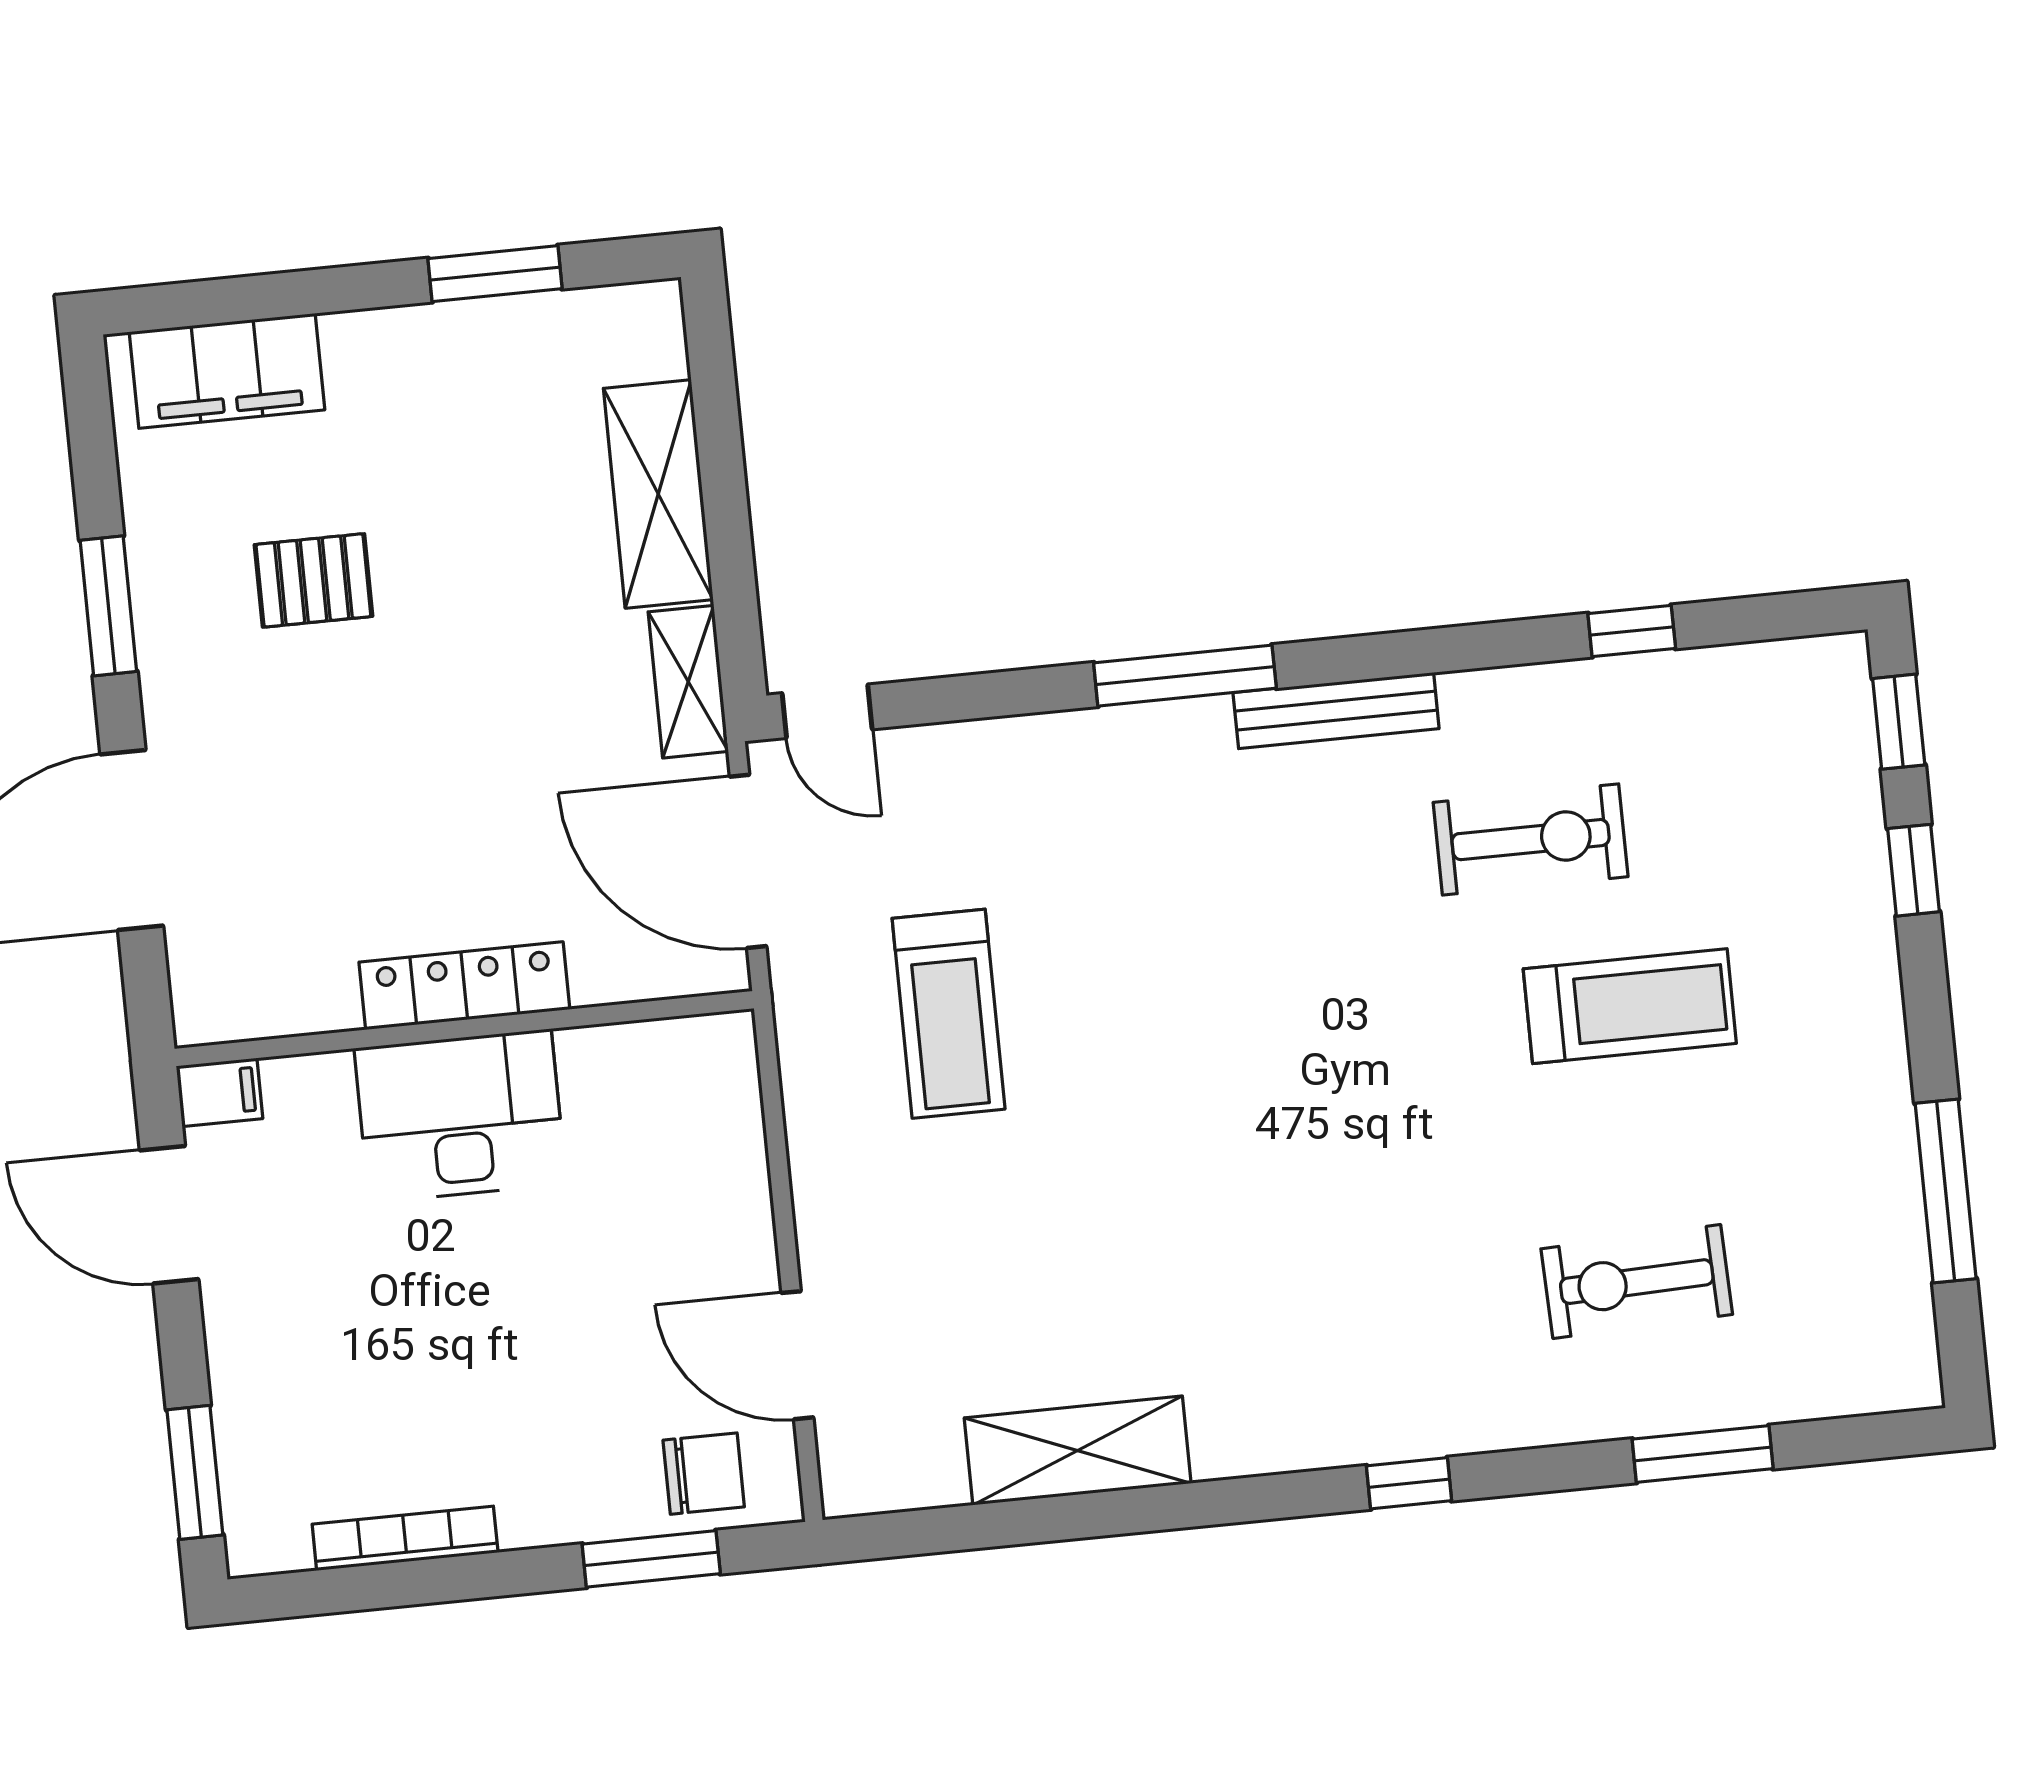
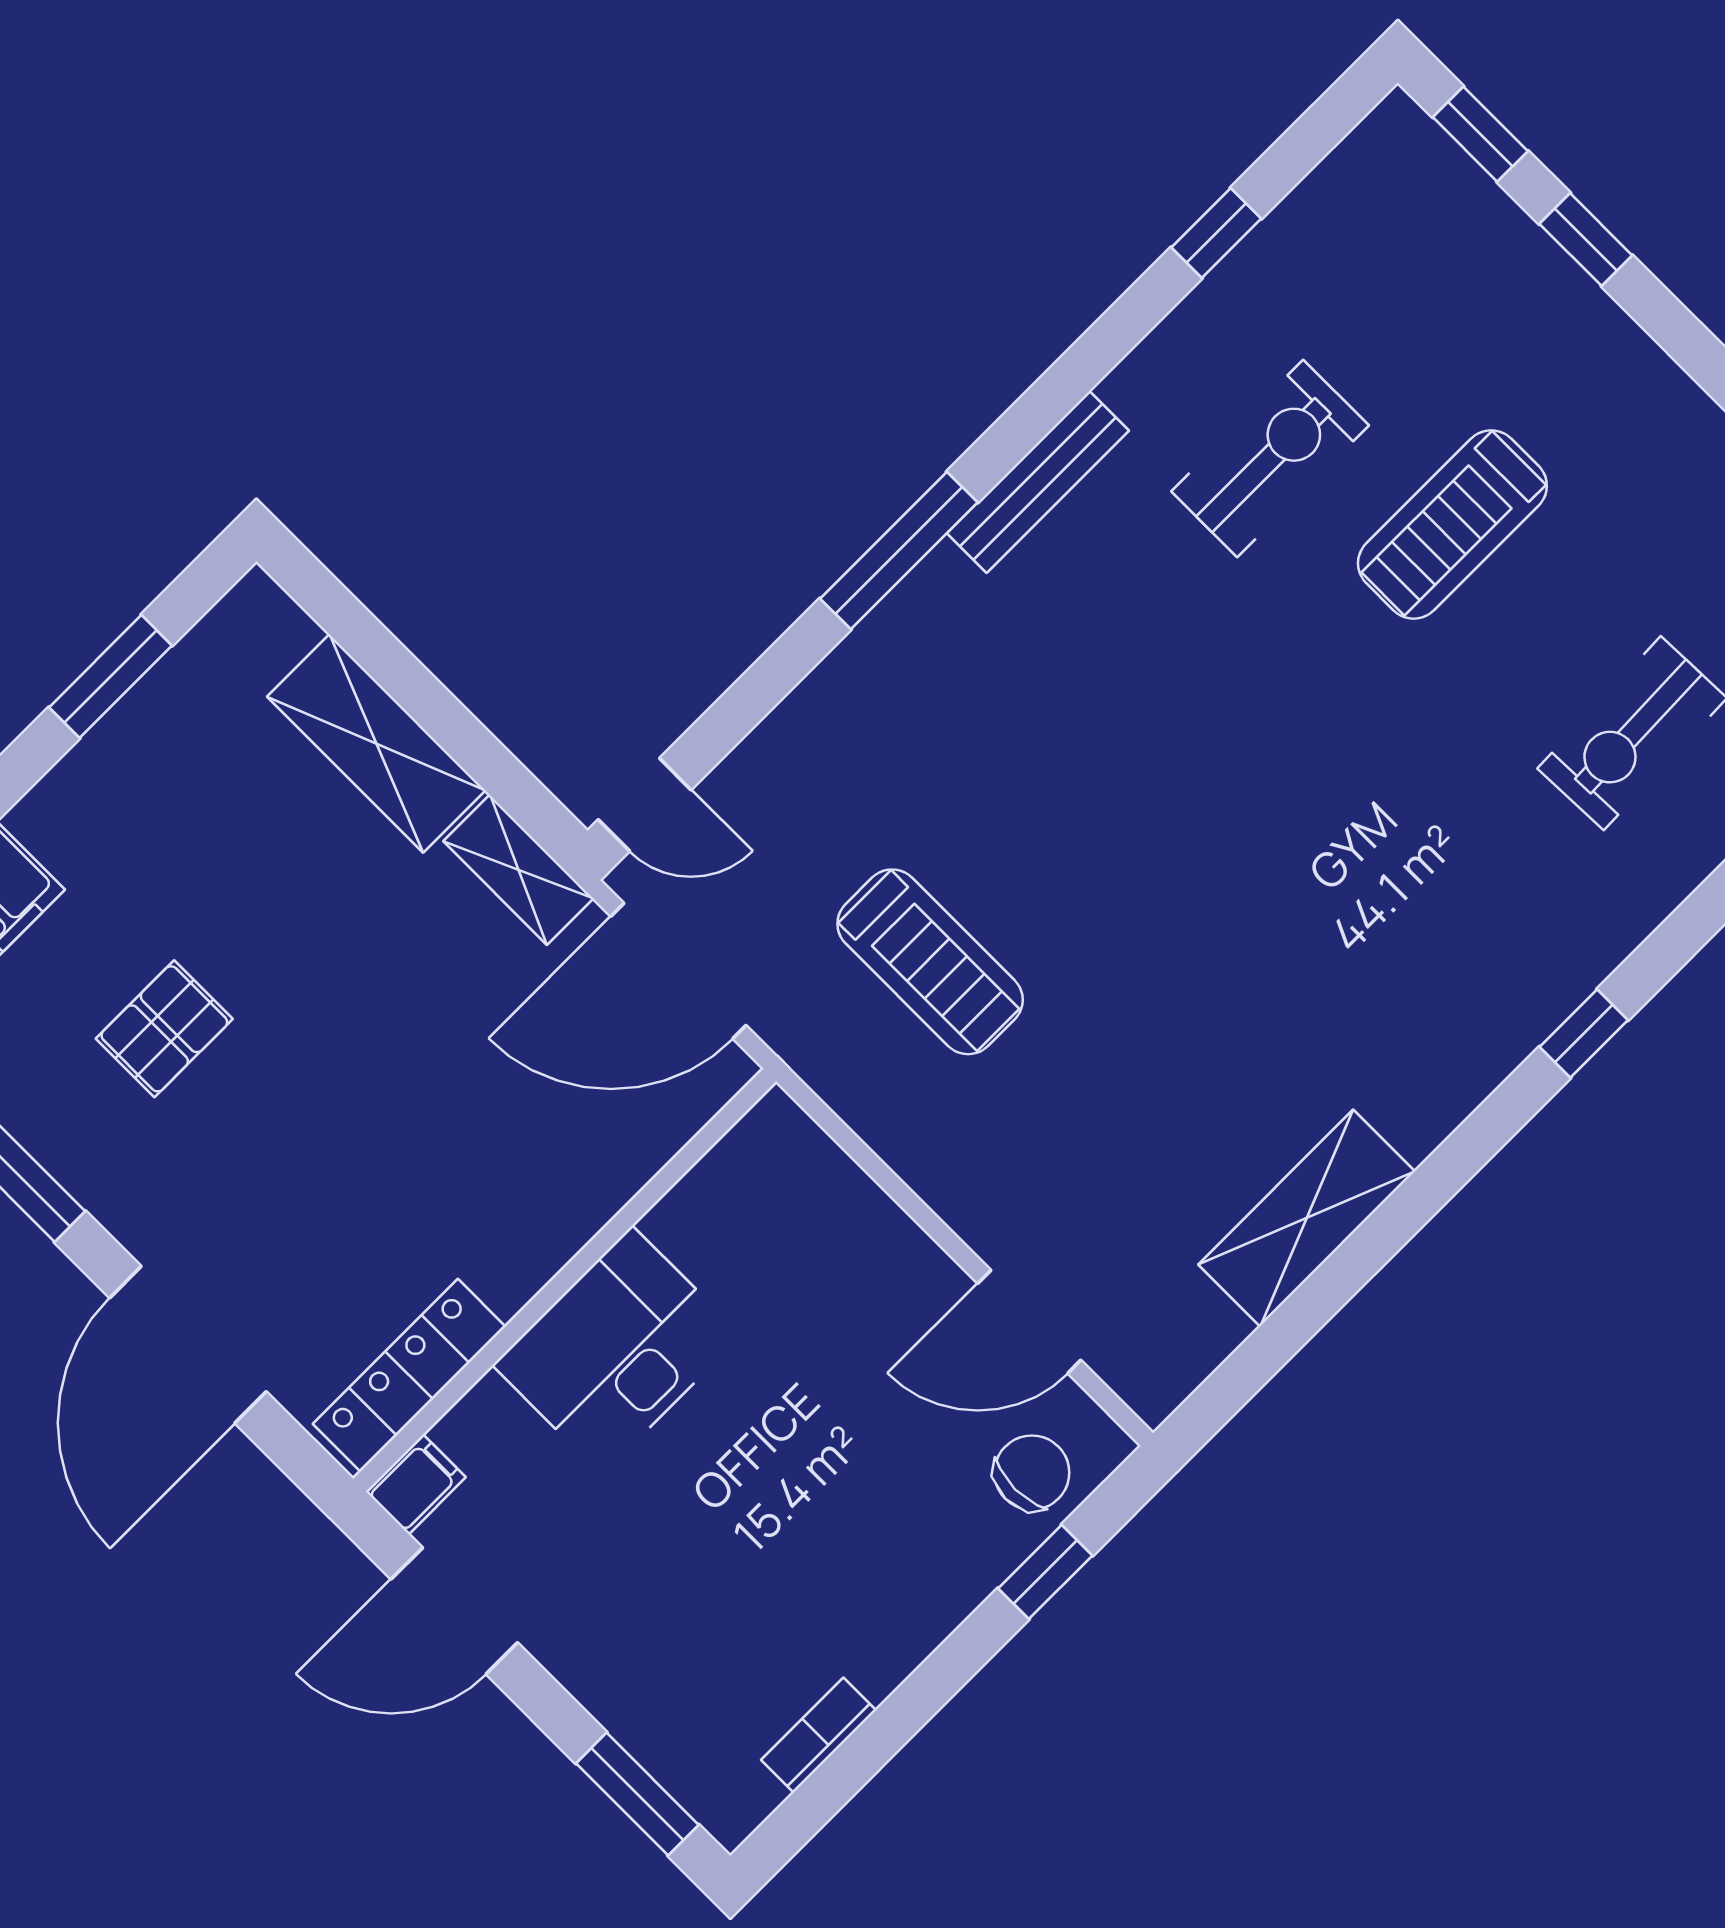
locker: (464, 986) -> (409, 1375), moved
treadmill: (1630, 1006) -> (1452, 524), turned 180
bookcase: (405, 1538) -> (819, 1735), width x0.64
window: (651, 1559) -> (1045, 1572), width x0.67

